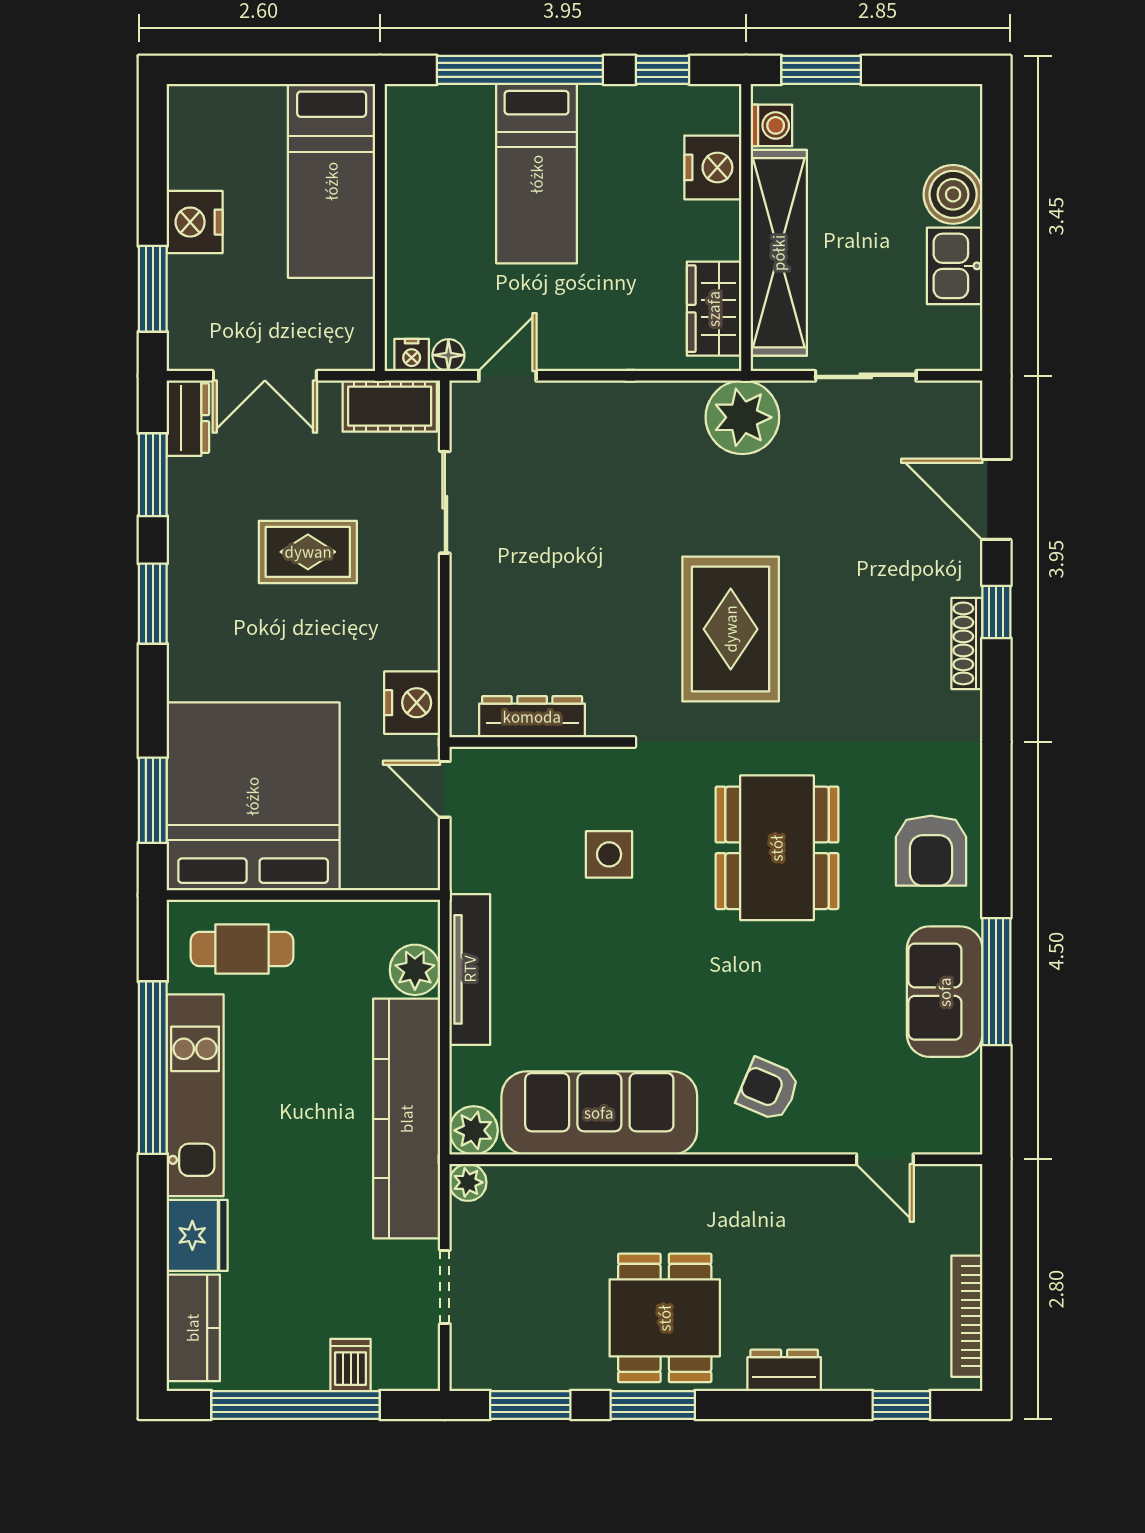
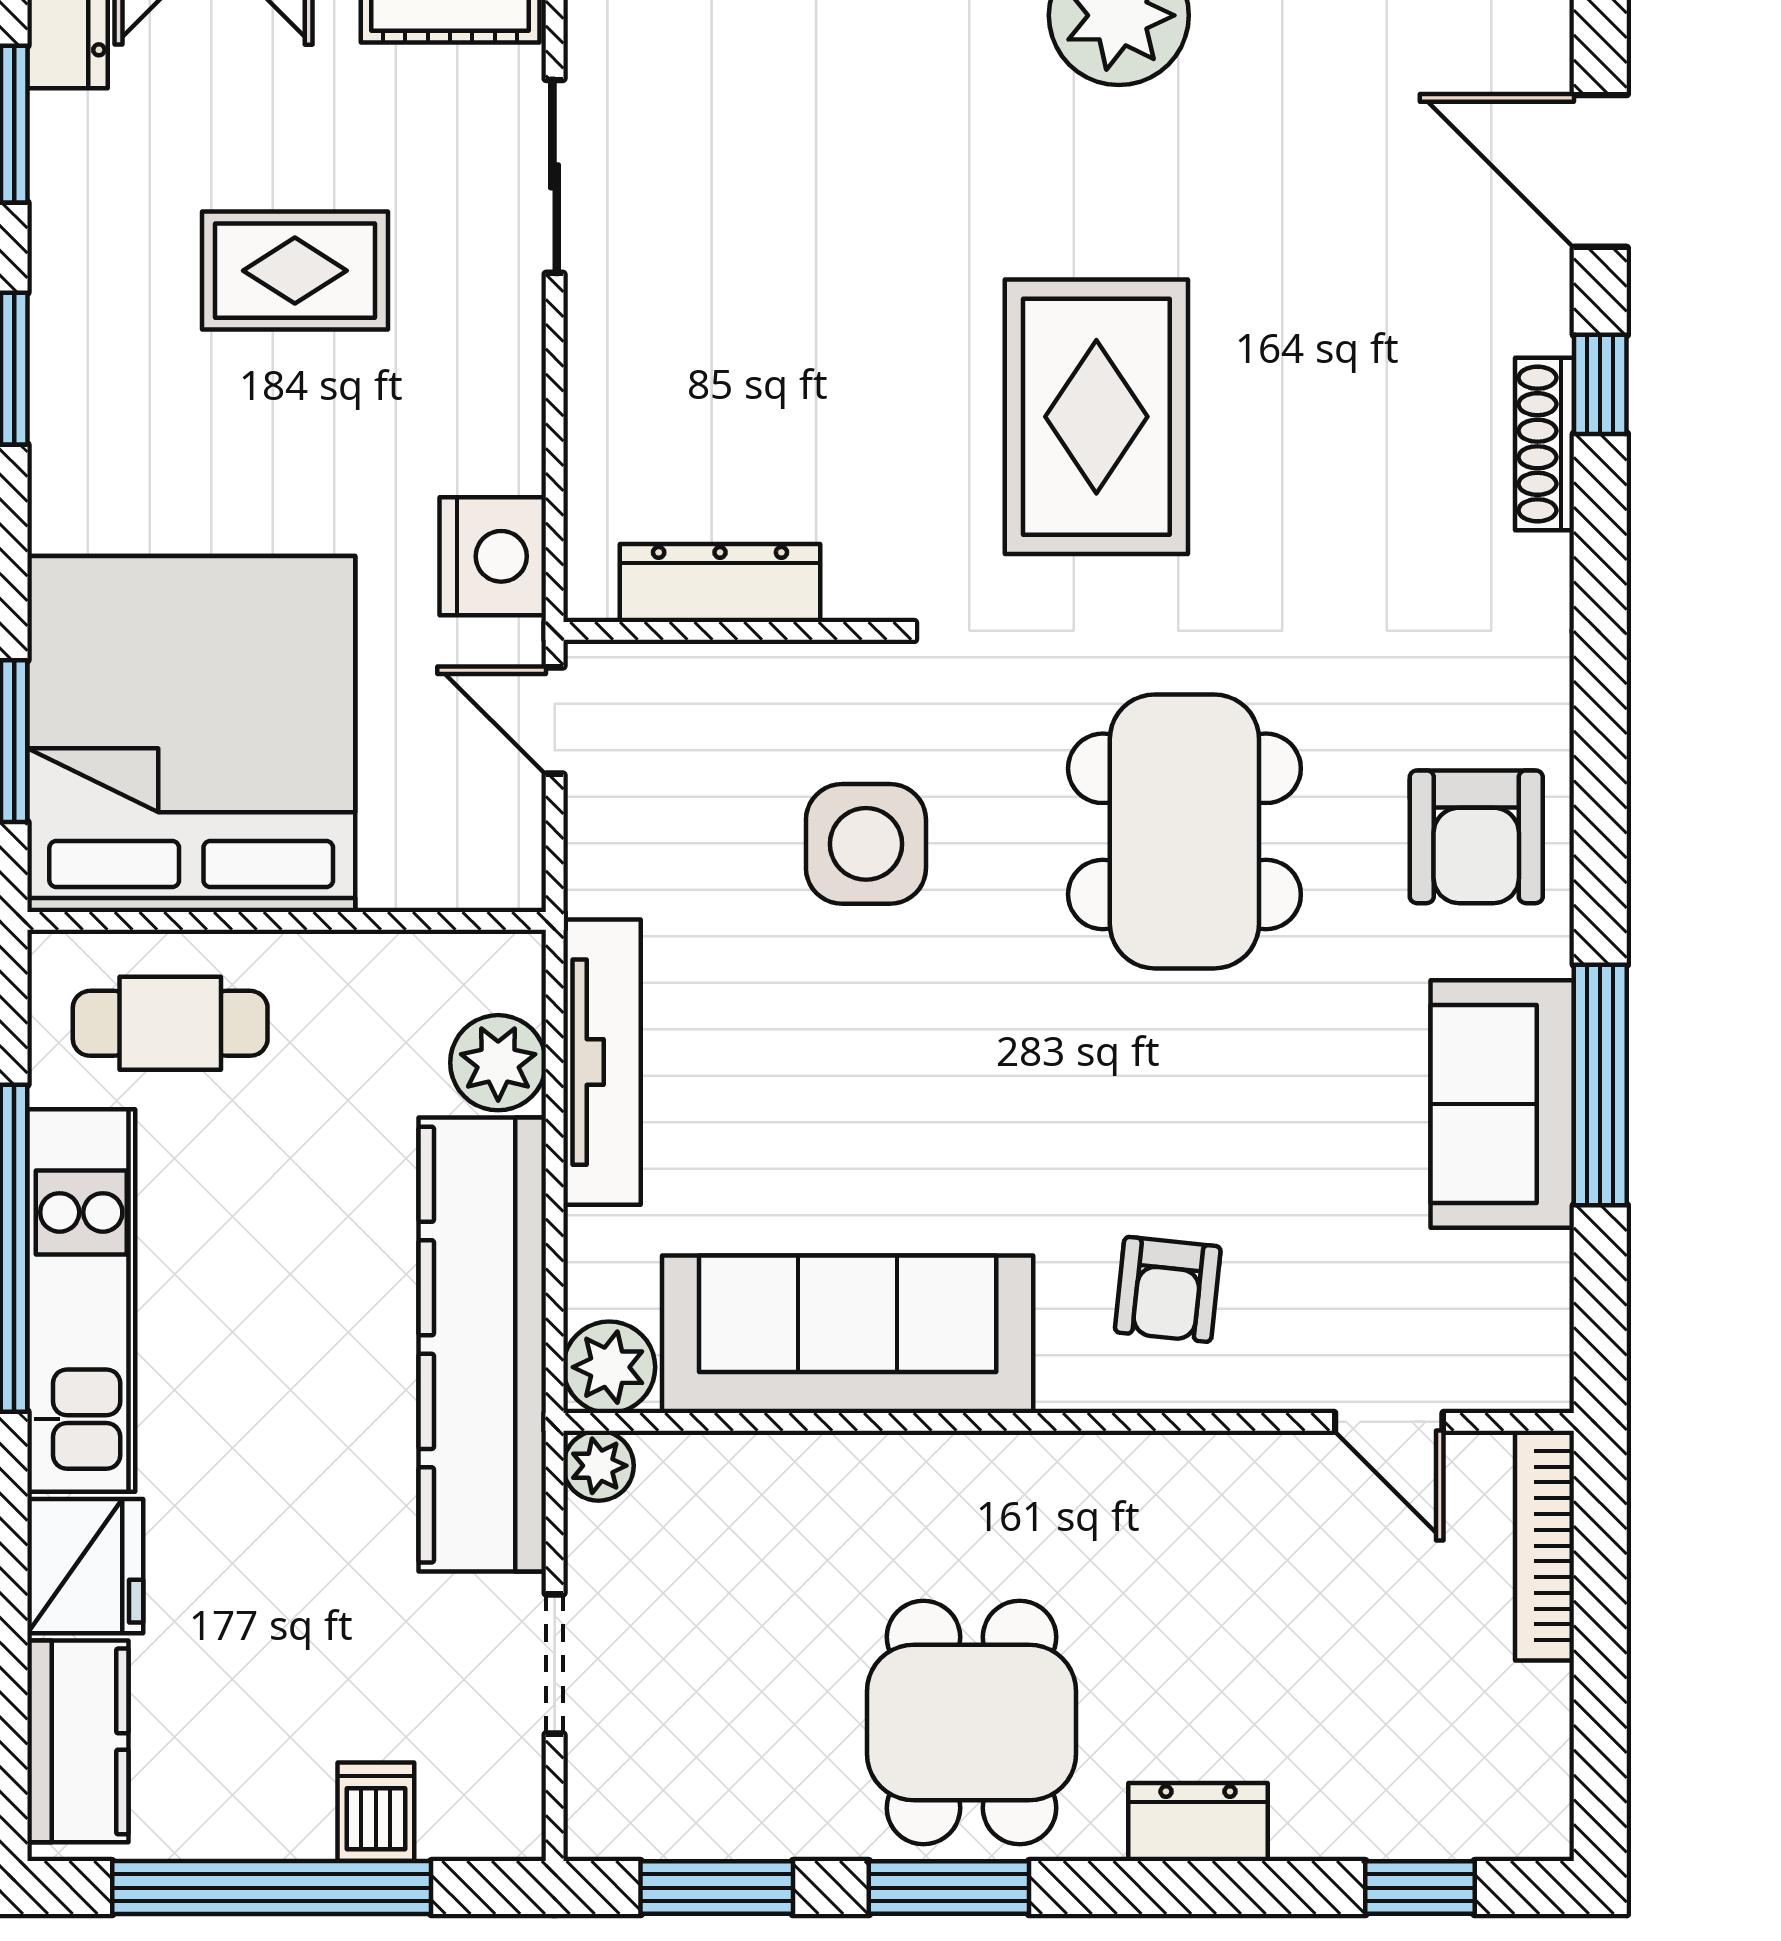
side table: (609, 854) -> (866, 844), width x1.37, depth x1.37
armchair: (768, 1089) -> (1168, 1289), turned -107
bookcase: (967, 1316) -> (1544, 1546), moved

